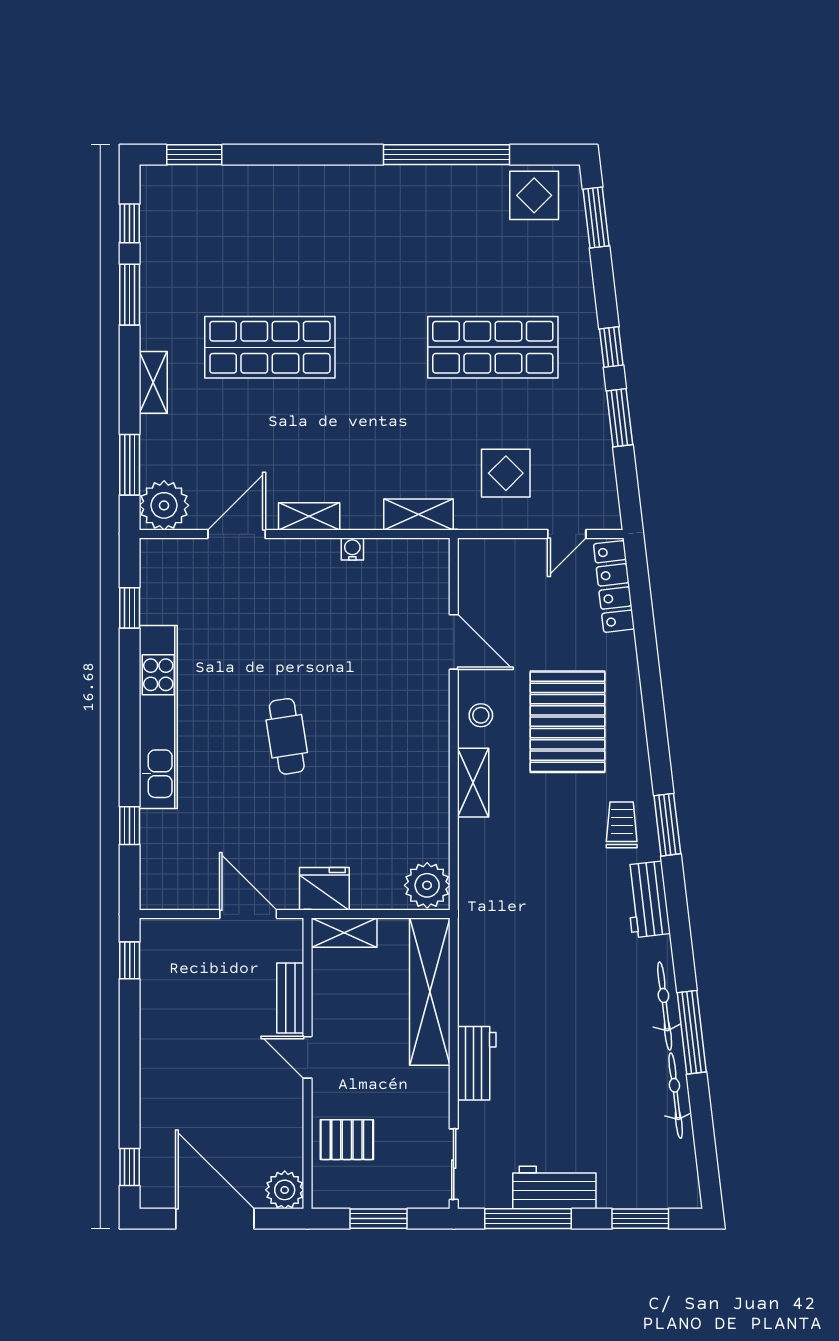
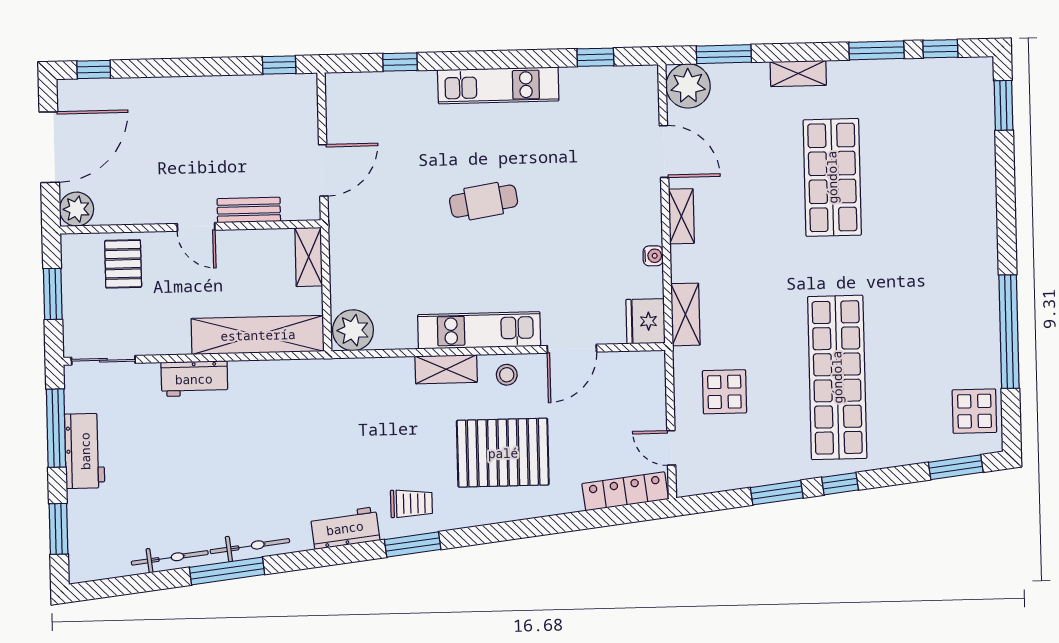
shop shelf: (493, 347) -> (837, 377), width x1.40
kitchen unit: (158, 717) -> (498, 85), width x0.73
kitchen unit: (431, 745) -> (479, 330), added
fridge: (324, 889) -> (645, 321), moved, turned 180
door: (308, 1057) -> (196, 227), swing flipped

